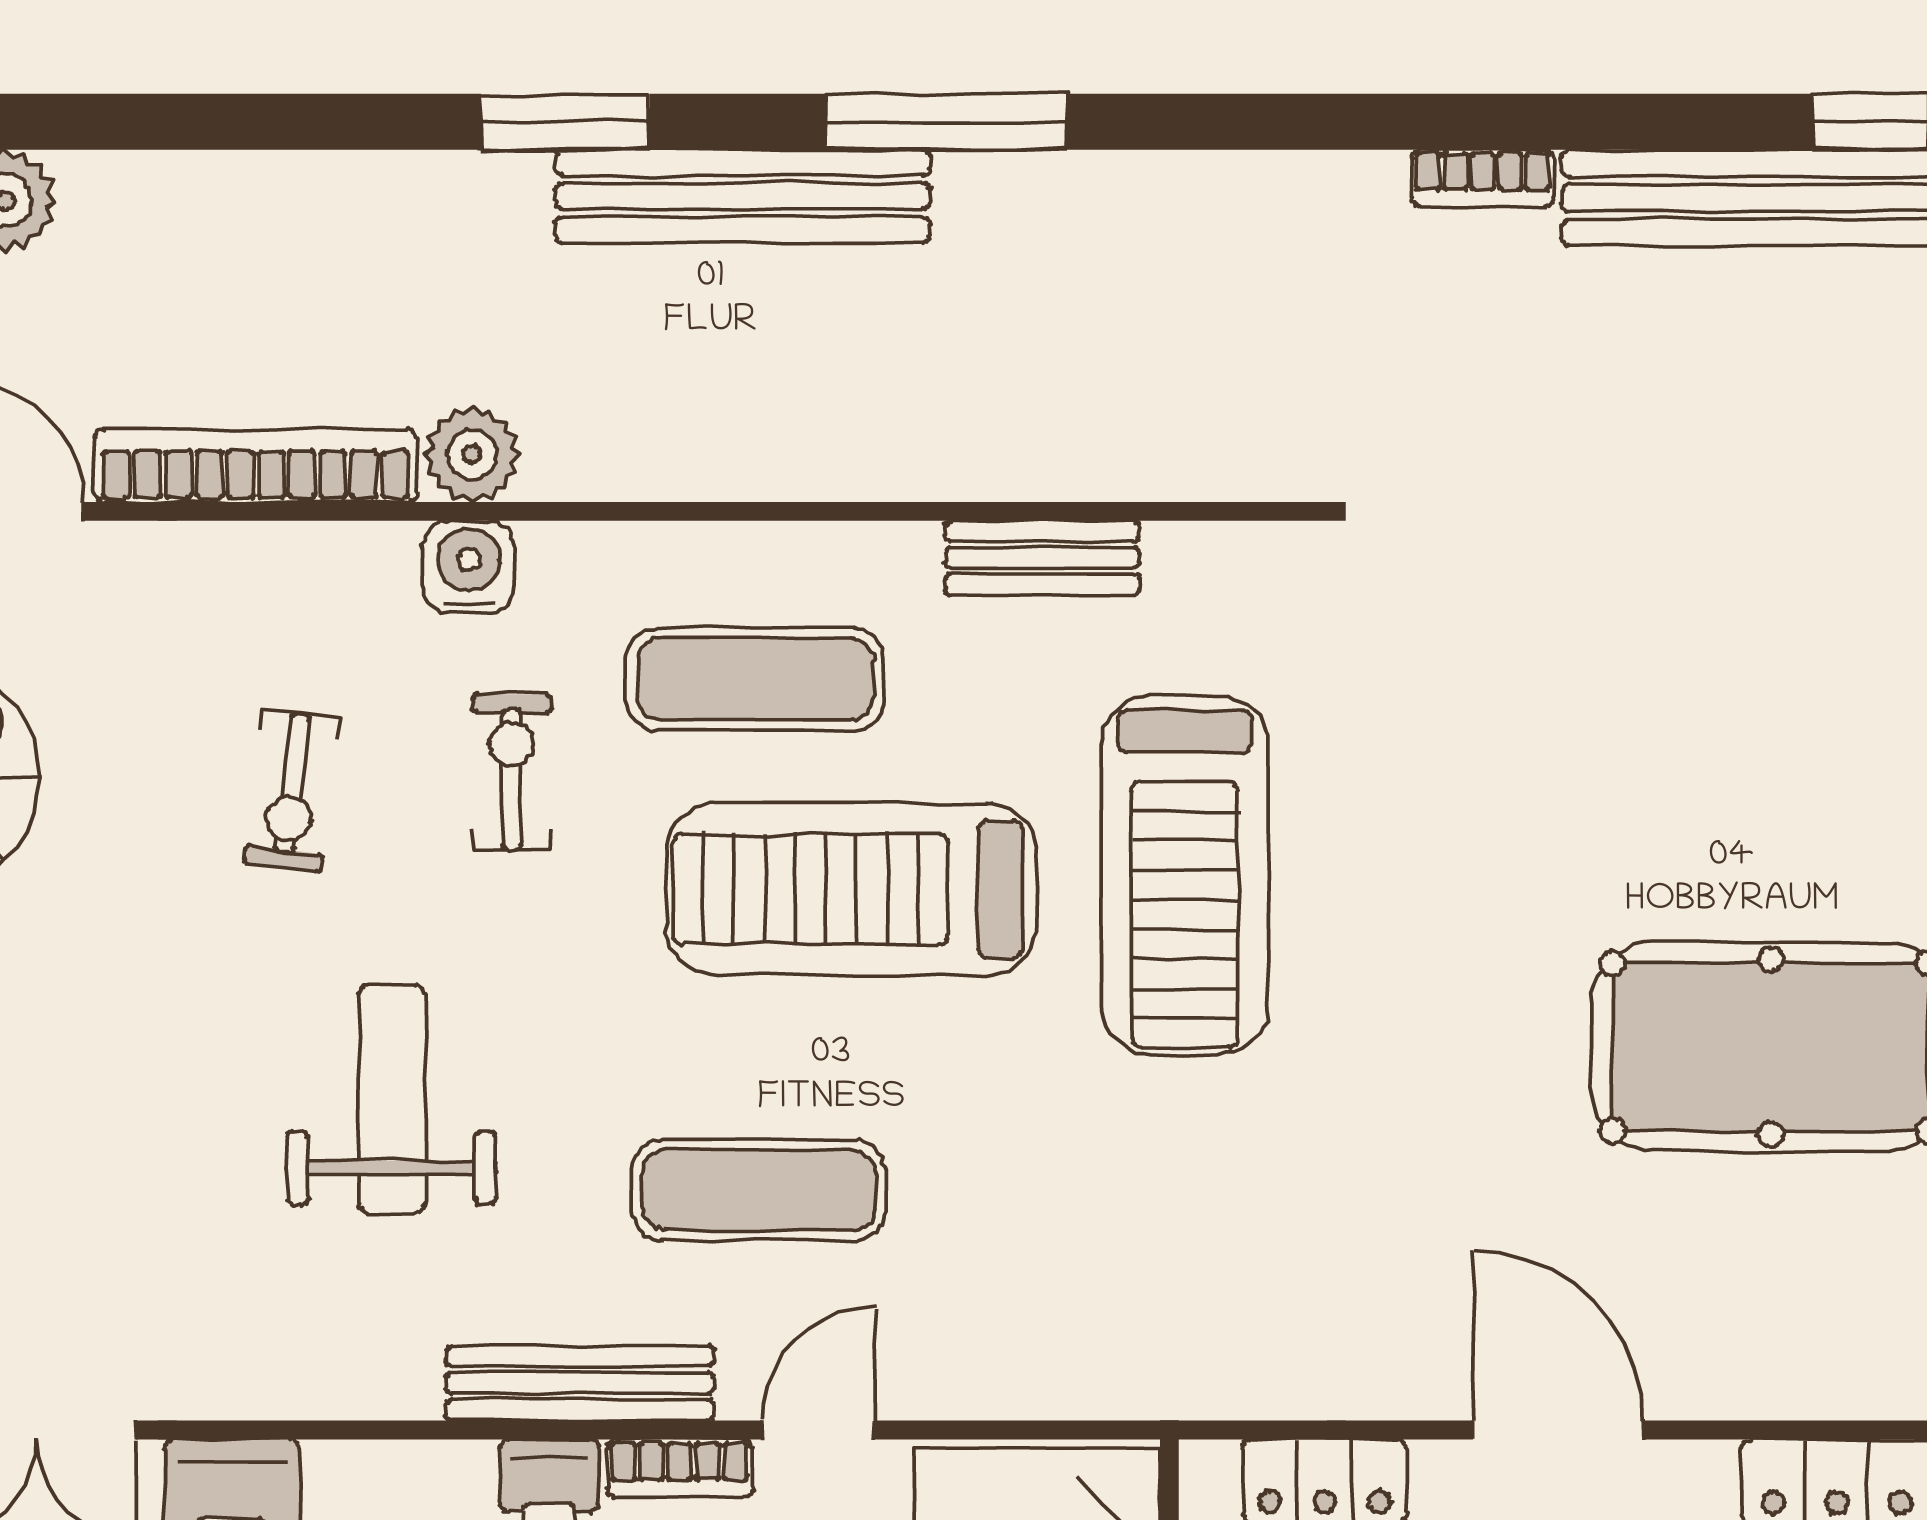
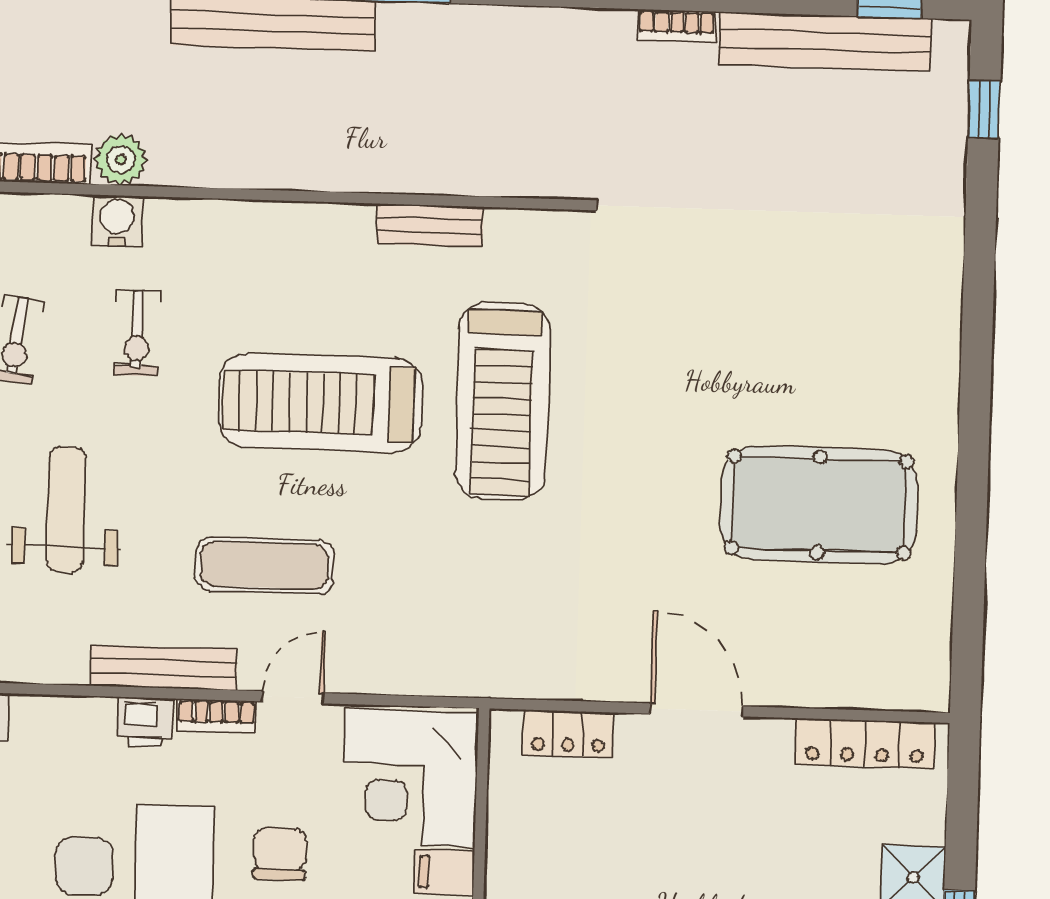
exercise mat: (756, 679) -> (272, 287), removed
exercise bike: (512, 772) -> (137, 333), turned 180

